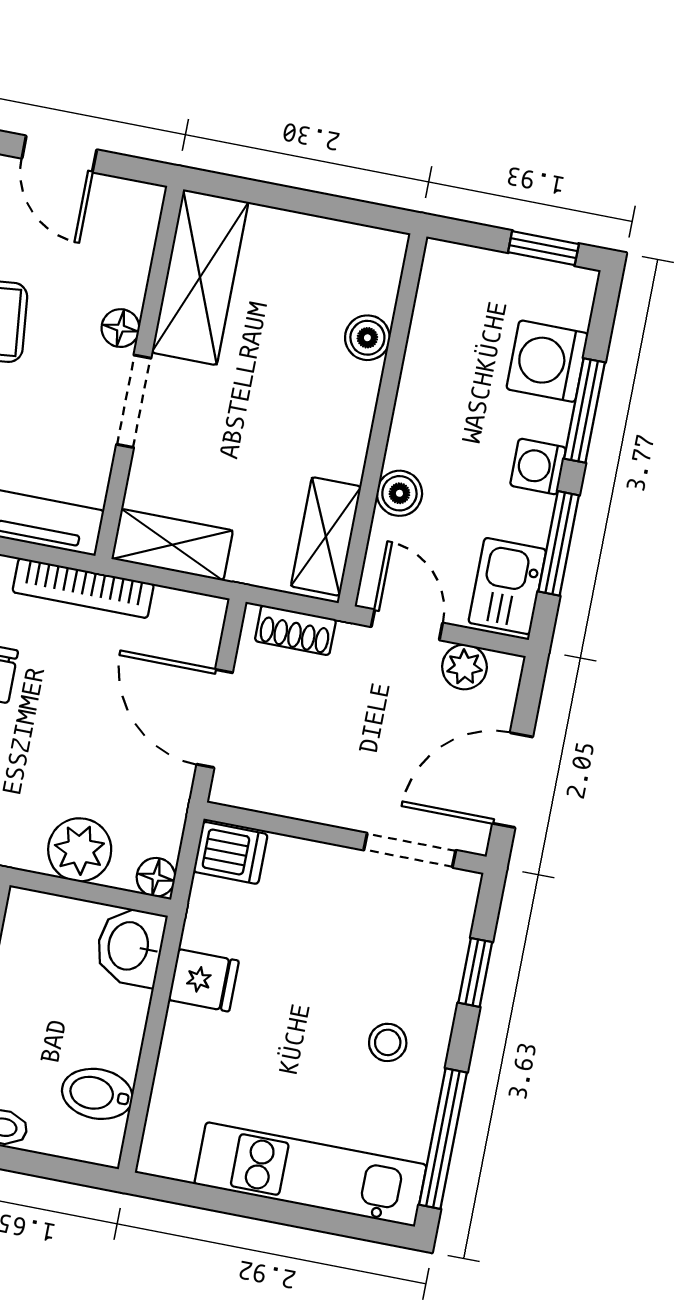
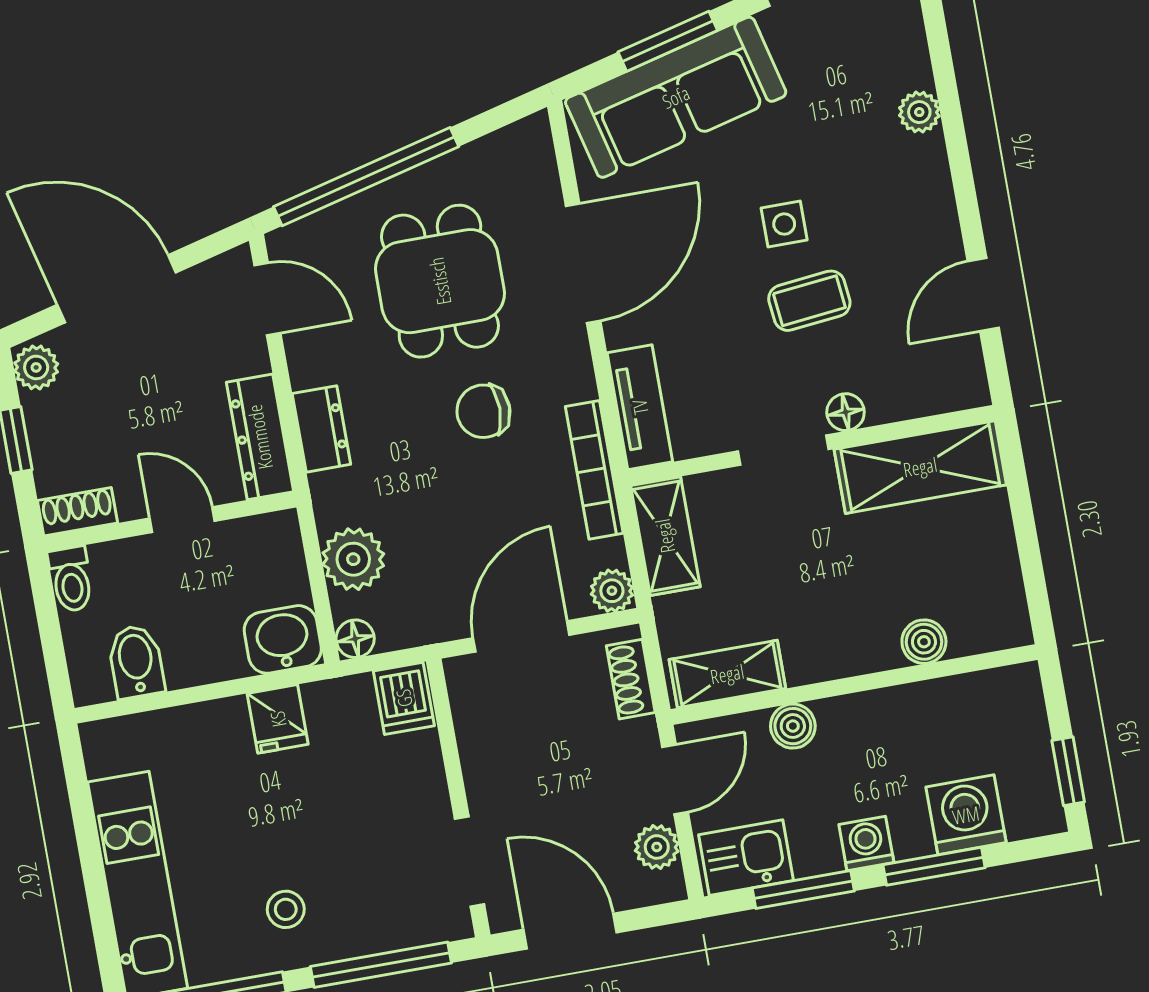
plant: (205, 616) -> (612, 591), added
window: (475, 972) -> (381, 965), width x2.17

